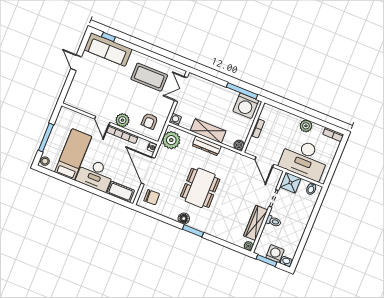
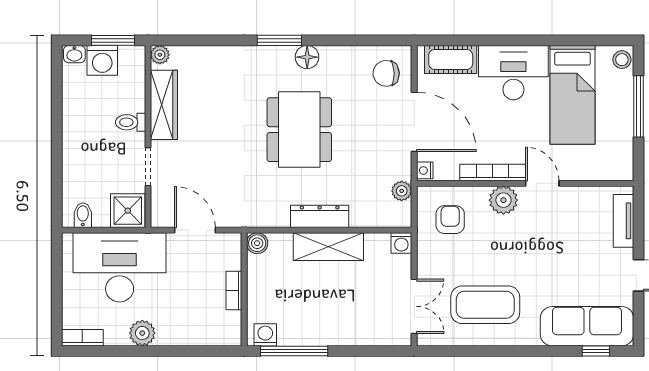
tv unit: (73, 90) -> (623, 221), added
washing machine: (246, 106) -> (265, 335), width x0.53, depth x0.53
plant: (171, 140) -> (402, 191), width x0.53, depth x0.53

